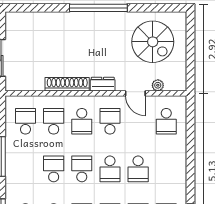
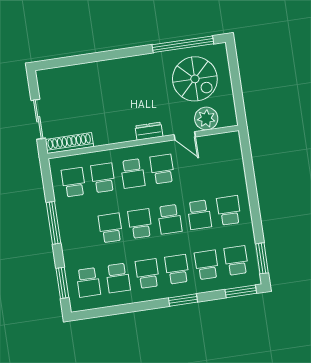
window: (98, 8) -> (183, 44), moved
shoe rack: (67, 84) -> (69, 143), moved
plant: (158, 85) -> (206, 119), width x1.87, depth x1.87
school desk: (166, 121) -> (229, 210), moved, turned 180

